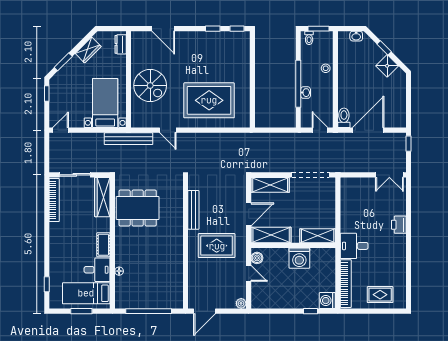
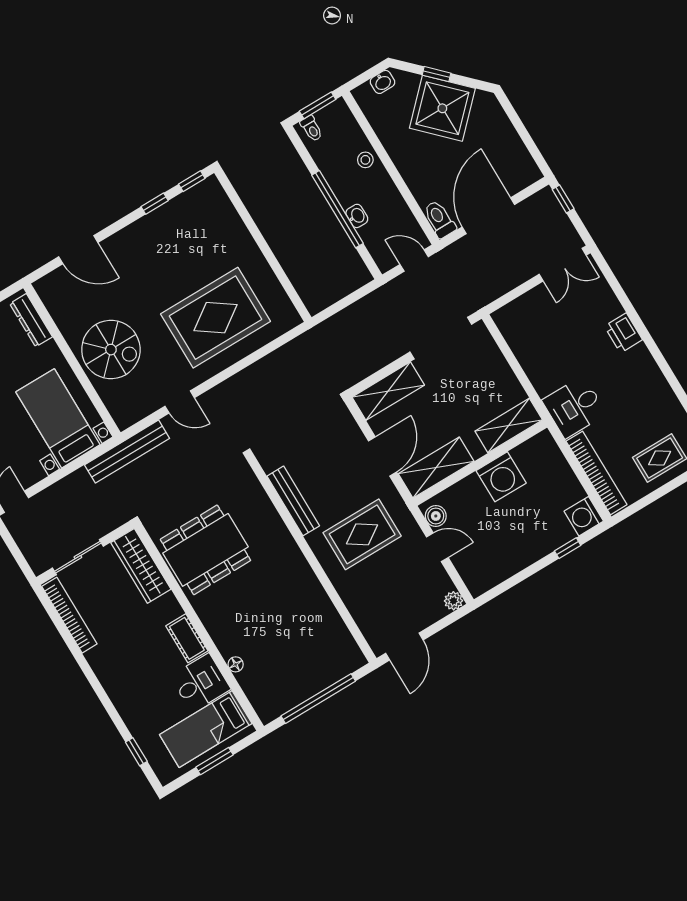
dresser: (121, 44) -> (31, 320), width x1.44
shower: (387, 66) -> (442, 108), width x1.86, depth x1.86

